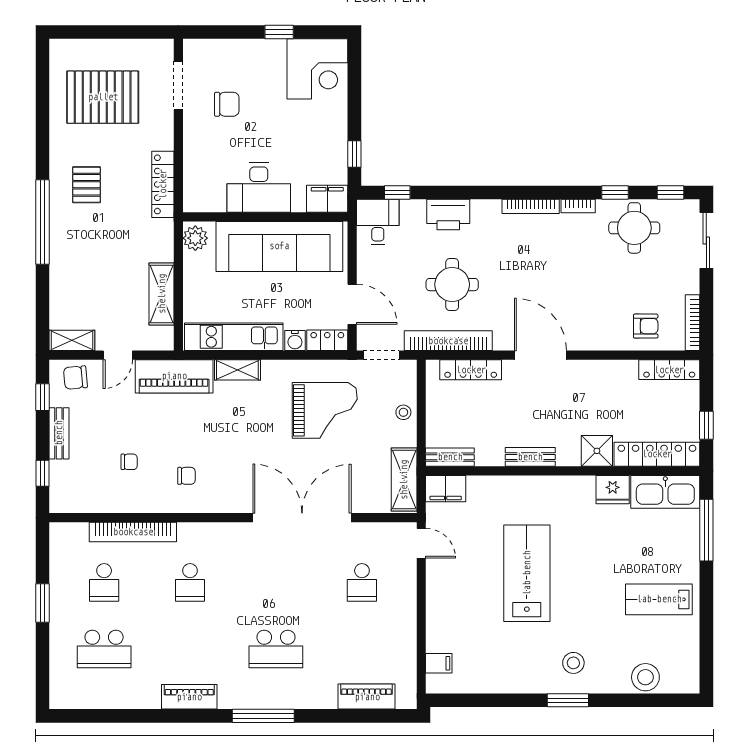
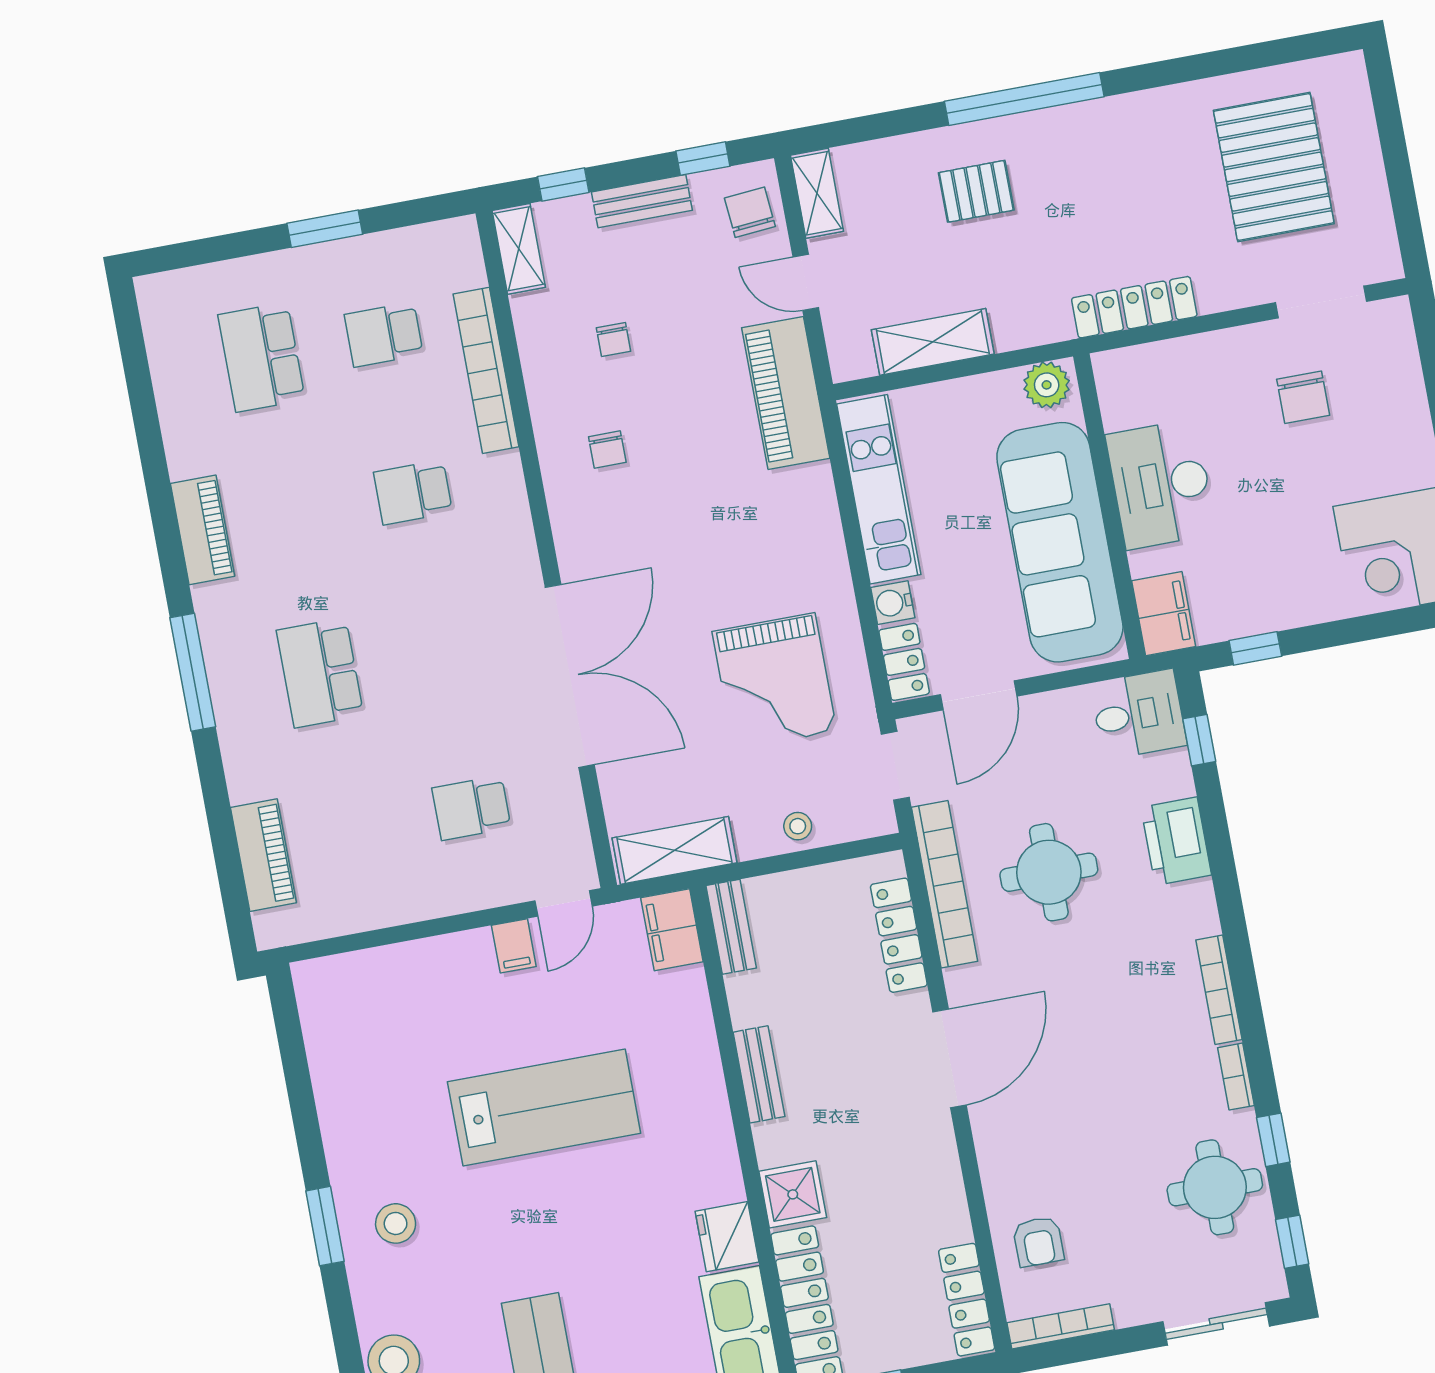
pallet: (86, 185) -> (976, 191), moved
shelving: (237, 370) -> (519, 249), moved
filing cabinet: (439, 663) -> (514, 946), moved

